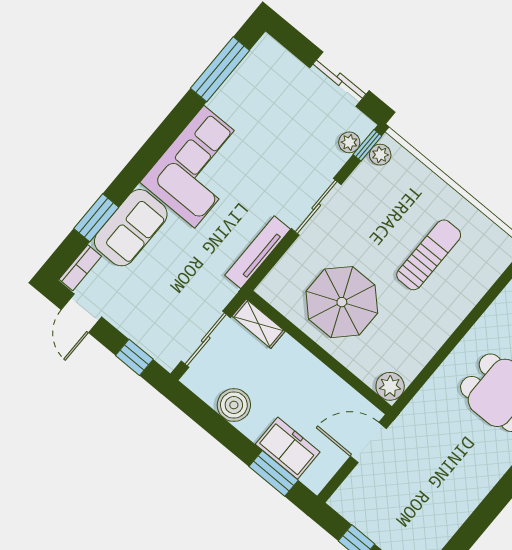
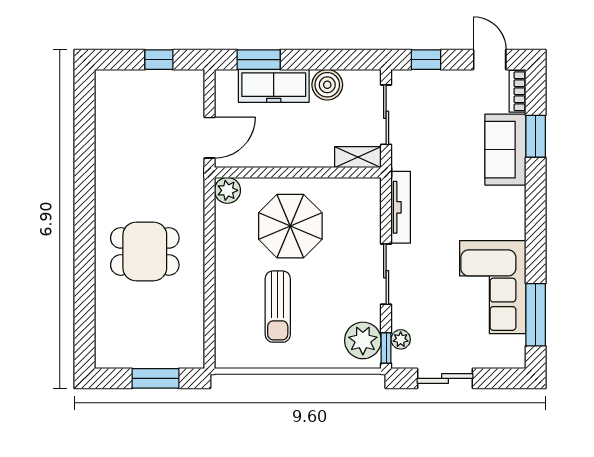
plant: (380, 155) -> (363, 340), width x1.87, depth x1.87
corner sofa: (199, 167) -> (493, 287), moved
parasol: (342, 302) -> (290, 226), moved
freezer: (288, 448) -> (274, 86), width x1.40

